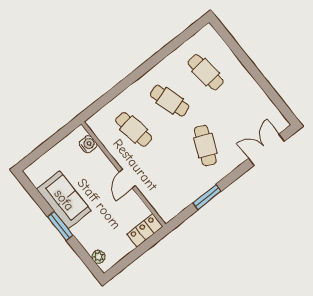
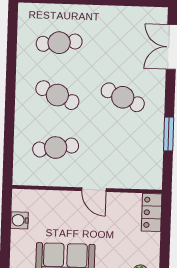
cafe table: (170, 101) -> (57, 95), turned 42
water cooler: (88, 144) -> (19, 220), moved, turned -90

